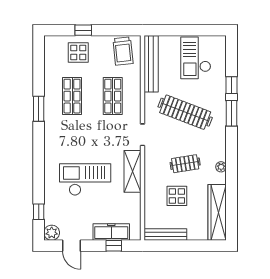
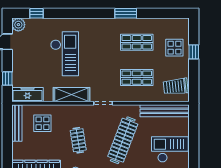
display table: (177, 196) -> (42, 123), moved
freezer: (111, 232) -> (27, 95), moved, turned -90

